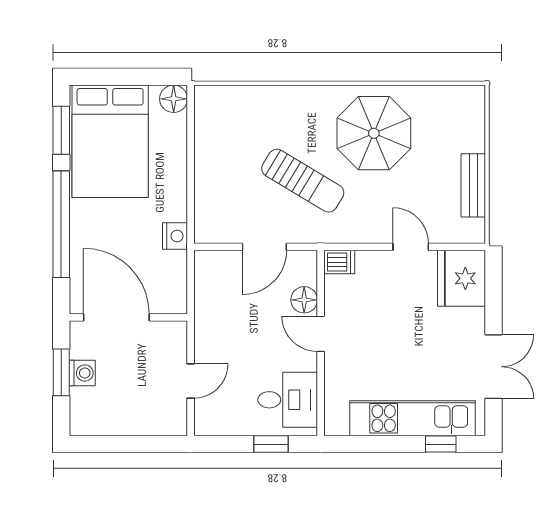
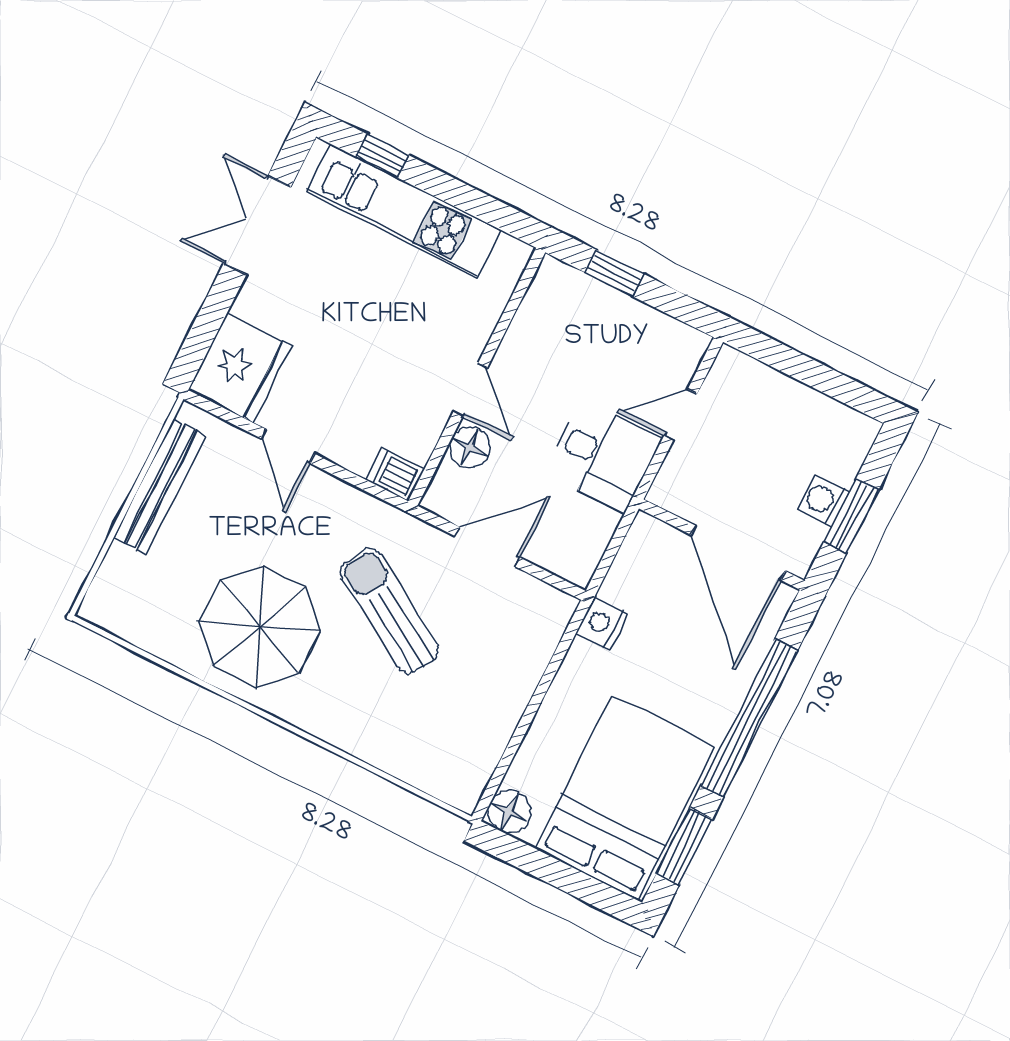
bench: (473, 185) -> (160, 487), width x1.36
desk: (288, 400) -> (603, 456), moved, turned 180

